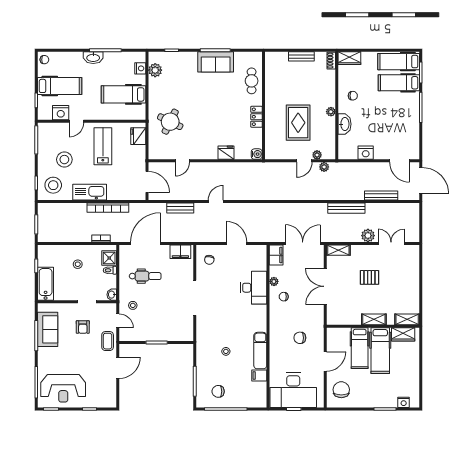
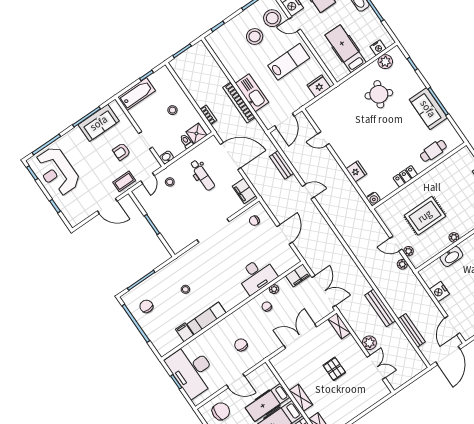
round table: (170, 122) -> (379, 94), moved
stool: (53, 185) -> (272, 18), moved
kitchen sink: (90, 192) -> (252, 93), moved

